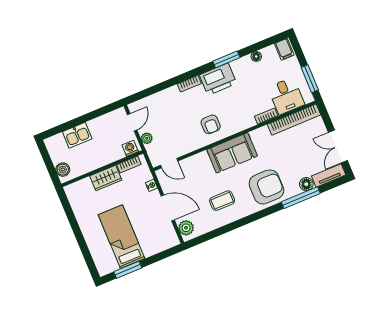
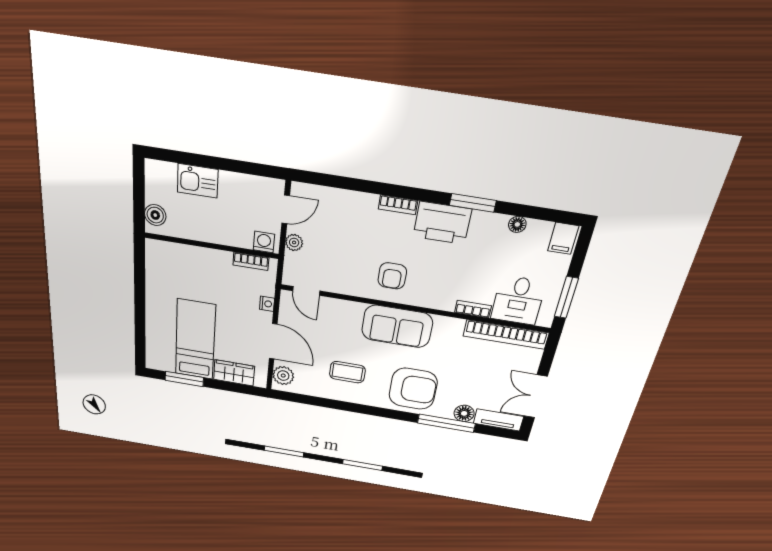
wardrobe: (106, 178) -> (234, 373), moved, turned 180

